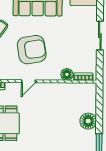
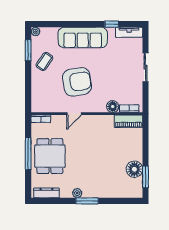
piano: (83, 89) -> (128, 121), added
floor lamp: (88, 121) -> (134, 169), moved

